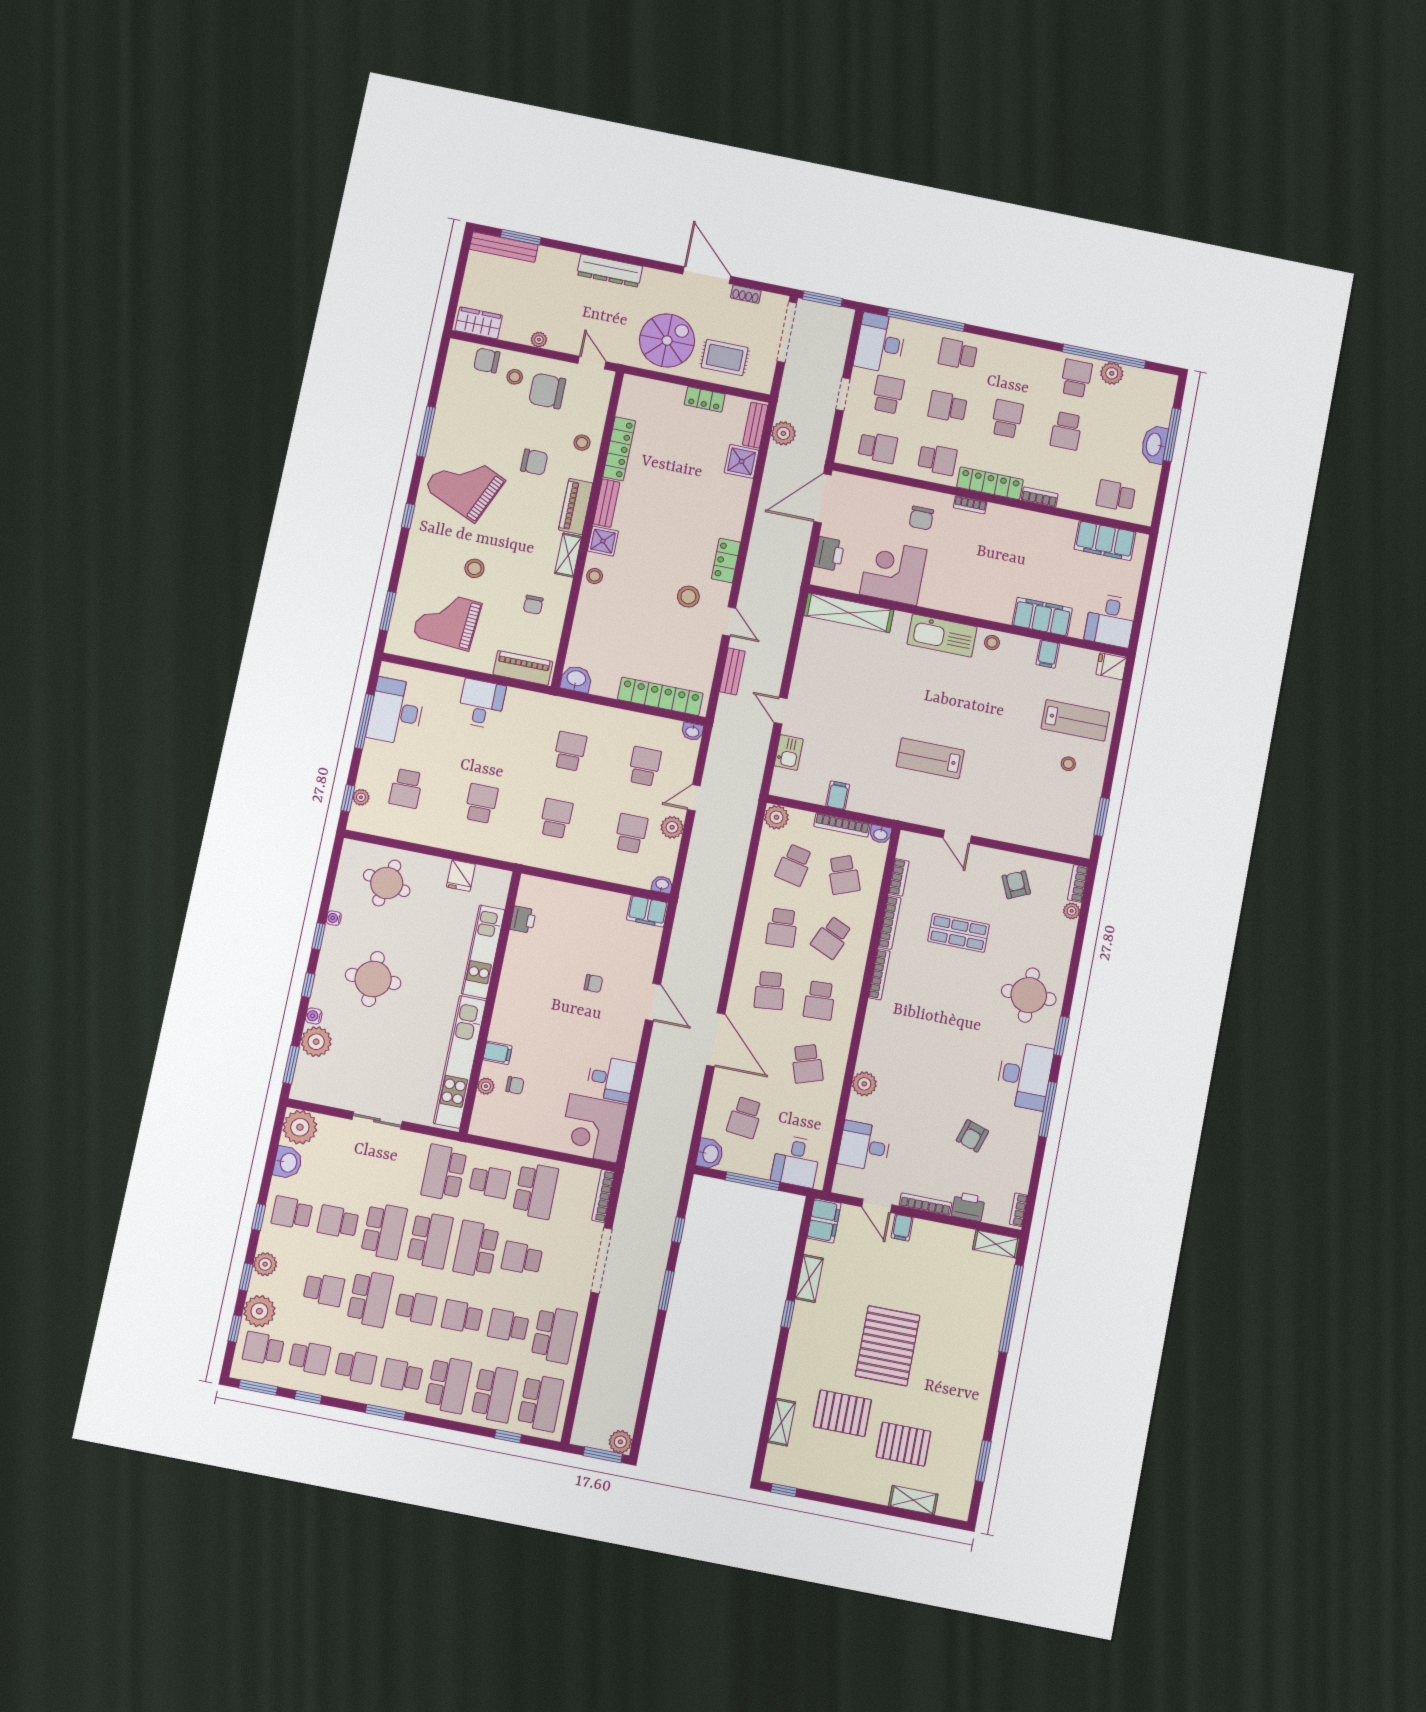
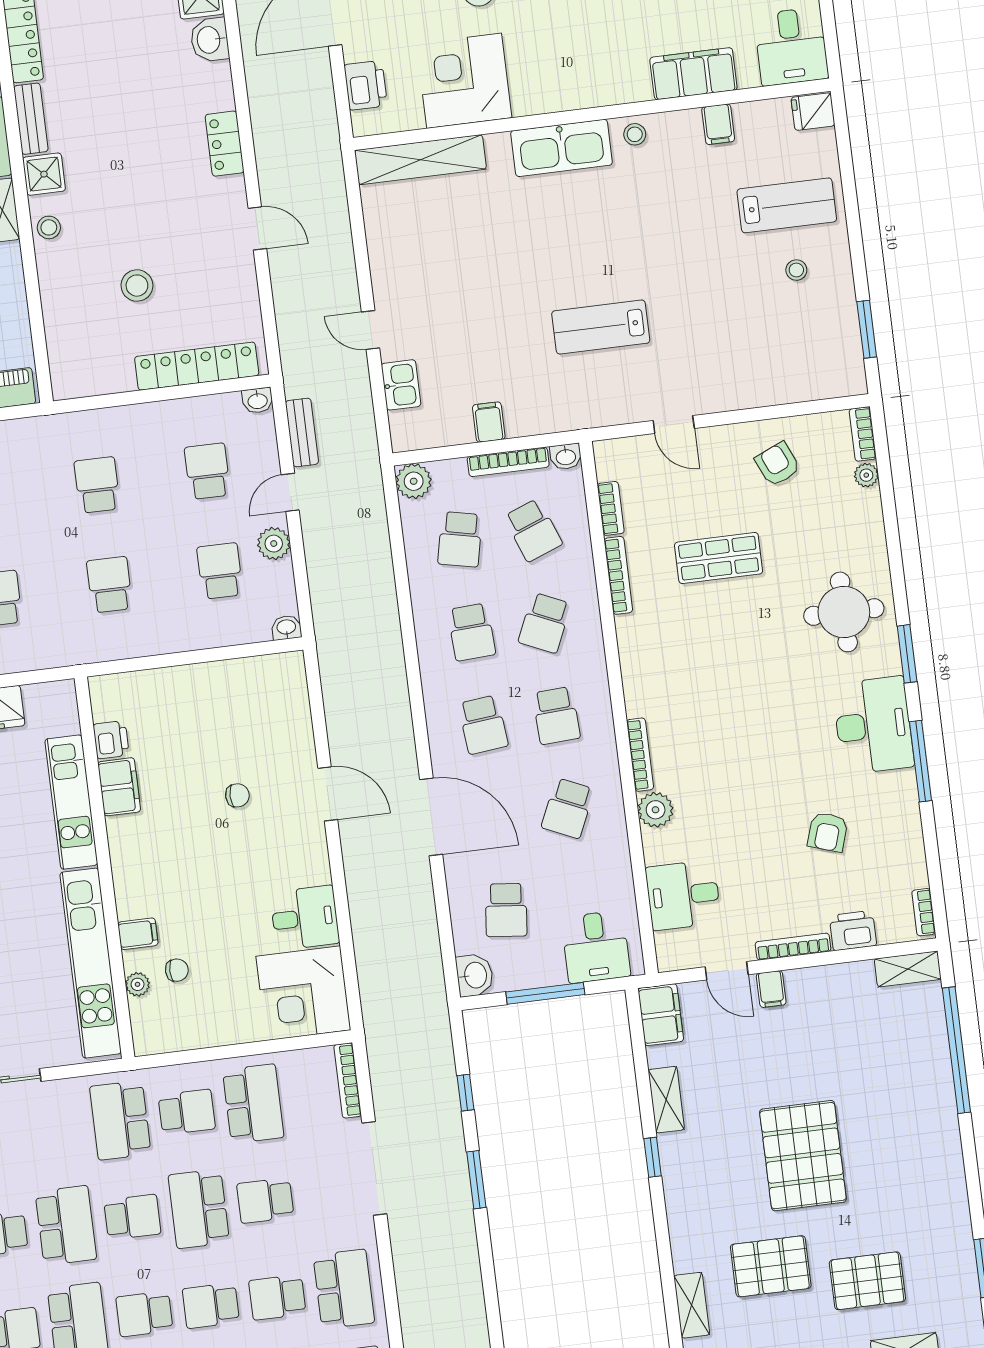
stool: (688, 597) -> (137, 286), moved
bench: (732, 671) -> (302, 432), moved
washbasin: (576, 679) -> (210, 40), moved, turned -90
filing cabinet: (647, 911) -> (119, 787), moved, turned -90
bookcase: (879, 974) -> (640, 755), moved
school desk: (807, 1064) -> (568, 808), turned 42
school desk: (430, 1240) -> (132, 1217), width x0.54
school desk: (416, 1308) -> (144, 1314), turned 180

